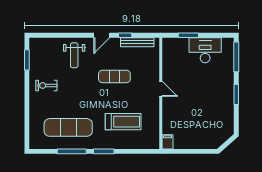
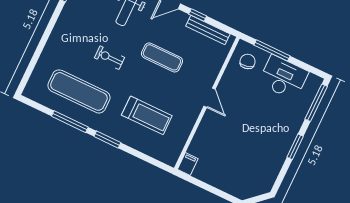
window: (188, 35) -> (272, 50), width x1.44
chair: (175, 51) -> (248, 62), added
exercise bike: (46, 85) -> (109, 58), moved

